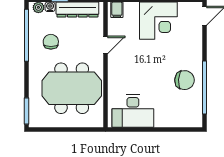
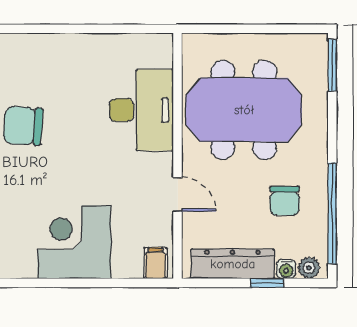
door: (106, 45) -> (178, 194), swing flipped
desk: (133, 111) -> (141, 110), moved, turned 90

